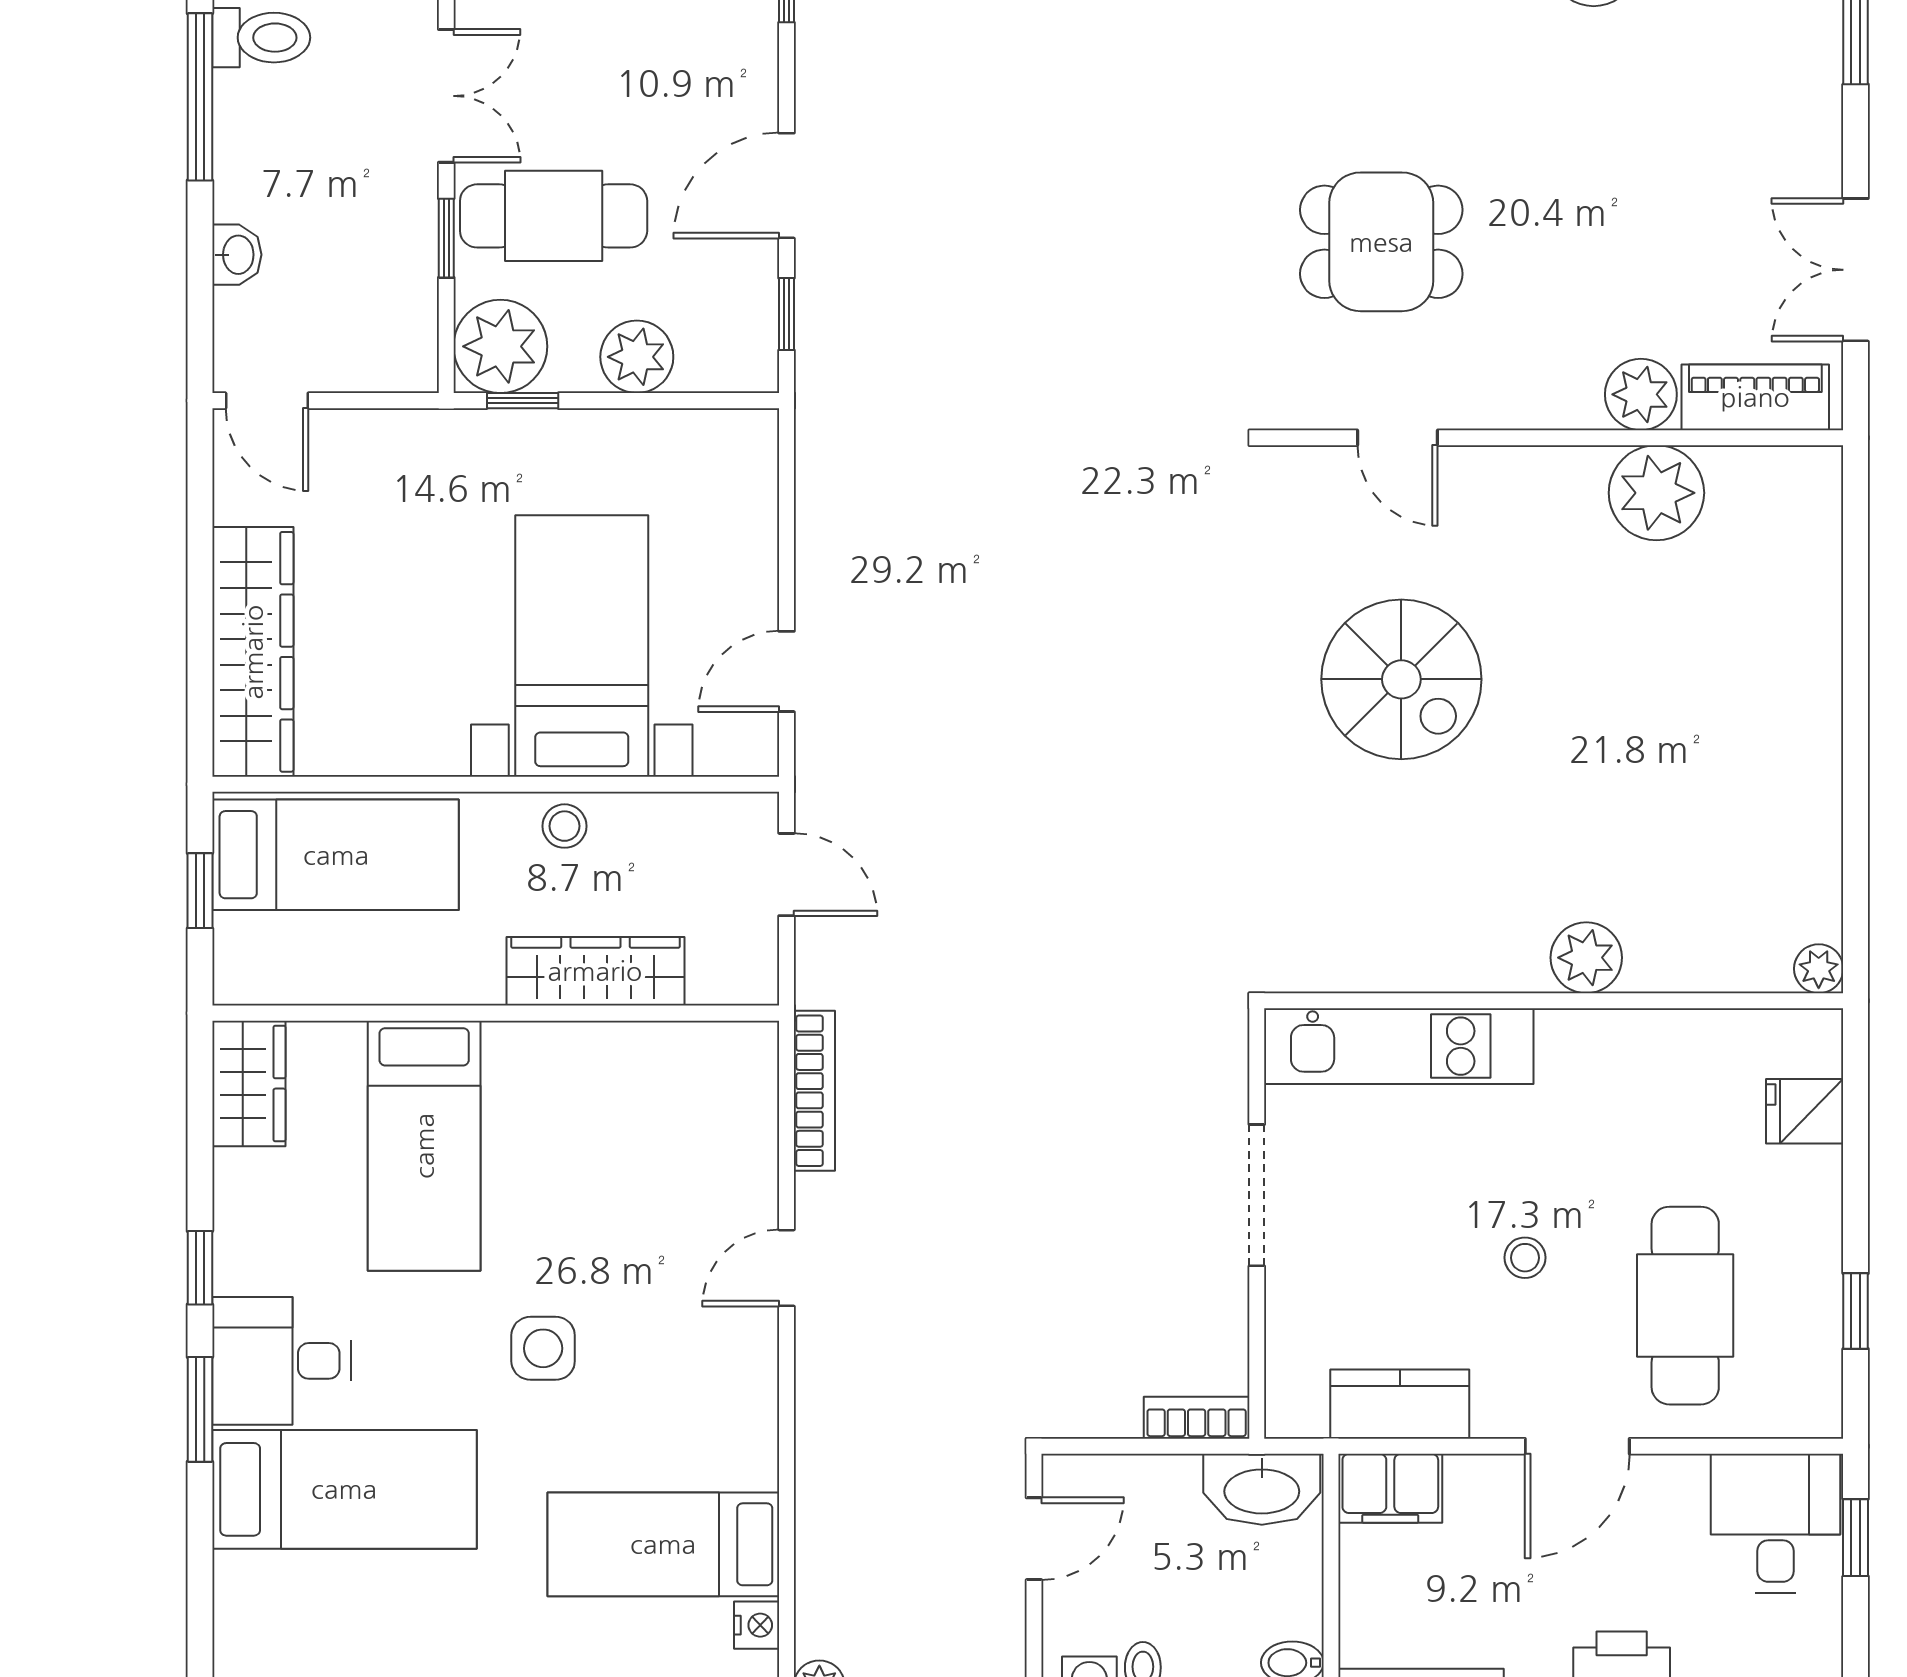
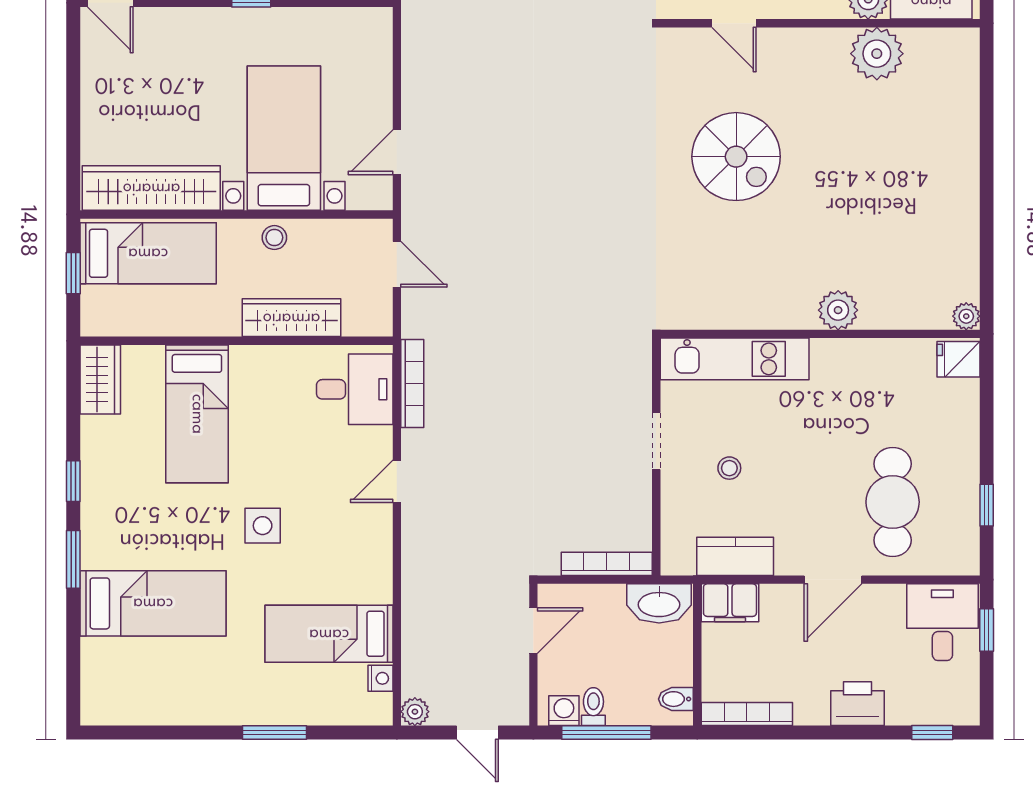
wardrobe: (253, 652) -> (151, 188), moved, turned -90
fridge: (1805, 1111) -> (959, 359), moved
doorway: (1257, 1195) -> (656, 441), width x0.73
stool: (1525, 1258) -> (729, 468), moved
desk: (281, 1361) -> (355, 389), moved, turned 180
bookcase: (1197, 1418) -> (607, 564), width x1.56

